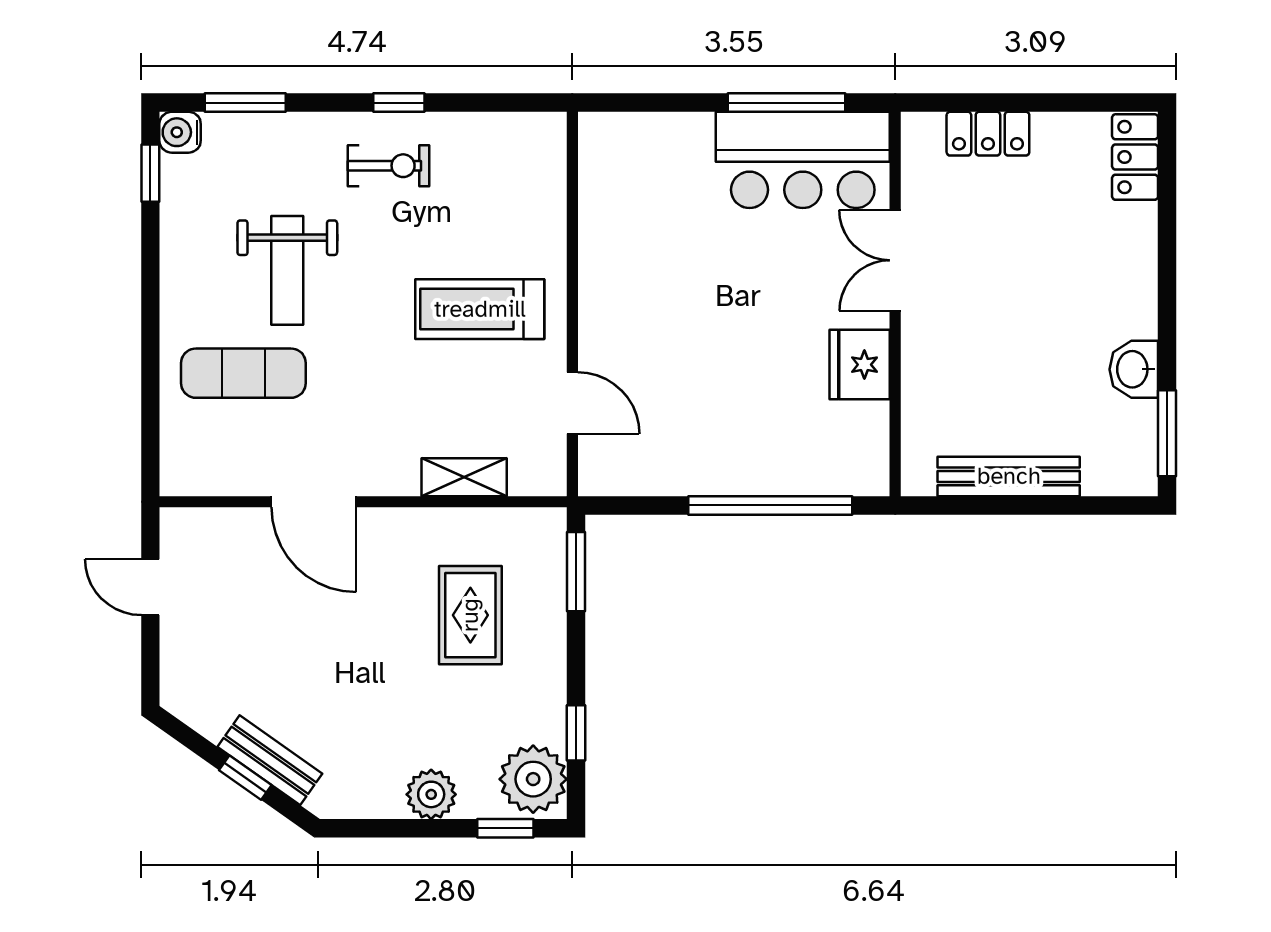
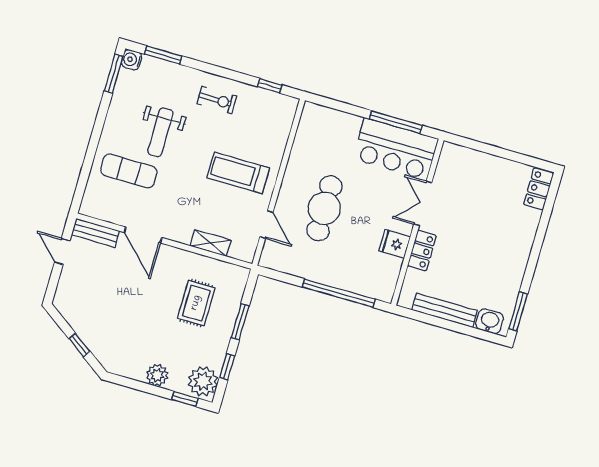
window: (399, 103) -> (270, 86), moved
locker: (988, 134) -> (422, 251), moved, turned -90
window: (150, 173) -> (114, 74), width x1.50
cafe table: (687, 332) -> (324, 208), added
fridge: (860, 365) -> (395, 244), width x0.72
washbasin: (1134, 369) -> (490, 321), moved, turned 90
window: (576, 572) -> (240, 322), moved
bench: (270, 760) -> (95, 233), moved, turned -35

